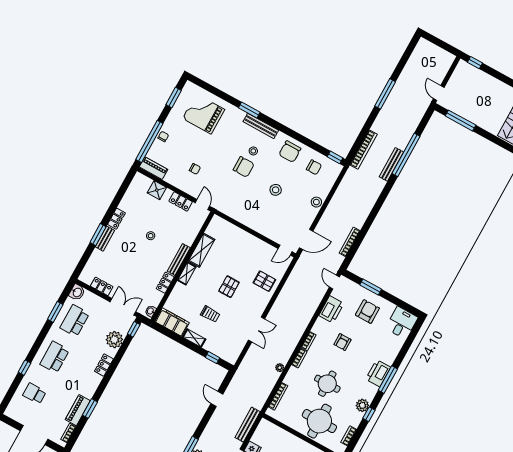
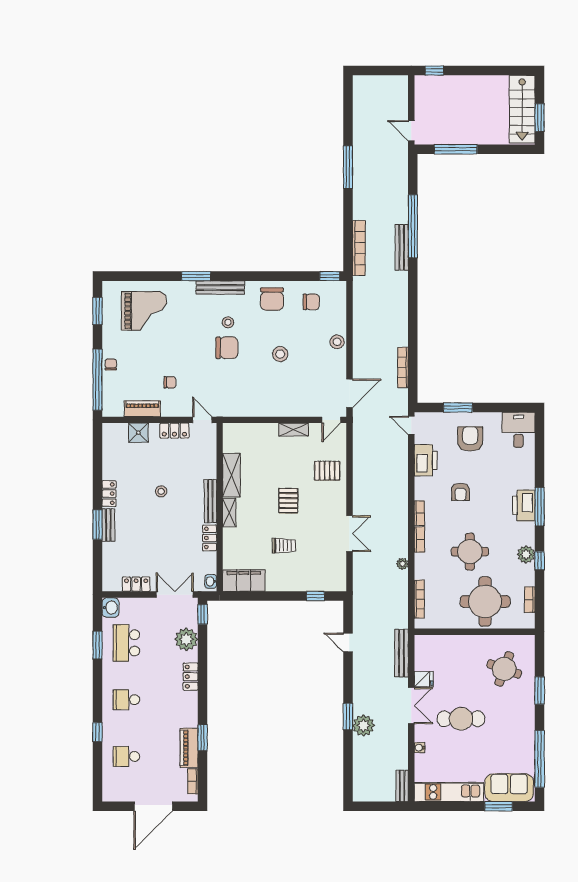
grand piano: (204, 114) -> (144, 311), turned 180
piano: (154, 168) -> (142, 409), moved
shelving: (194, 338) -> (294, 430), moved
school desk: (55, 357) -> (126, 700), width x0.54

